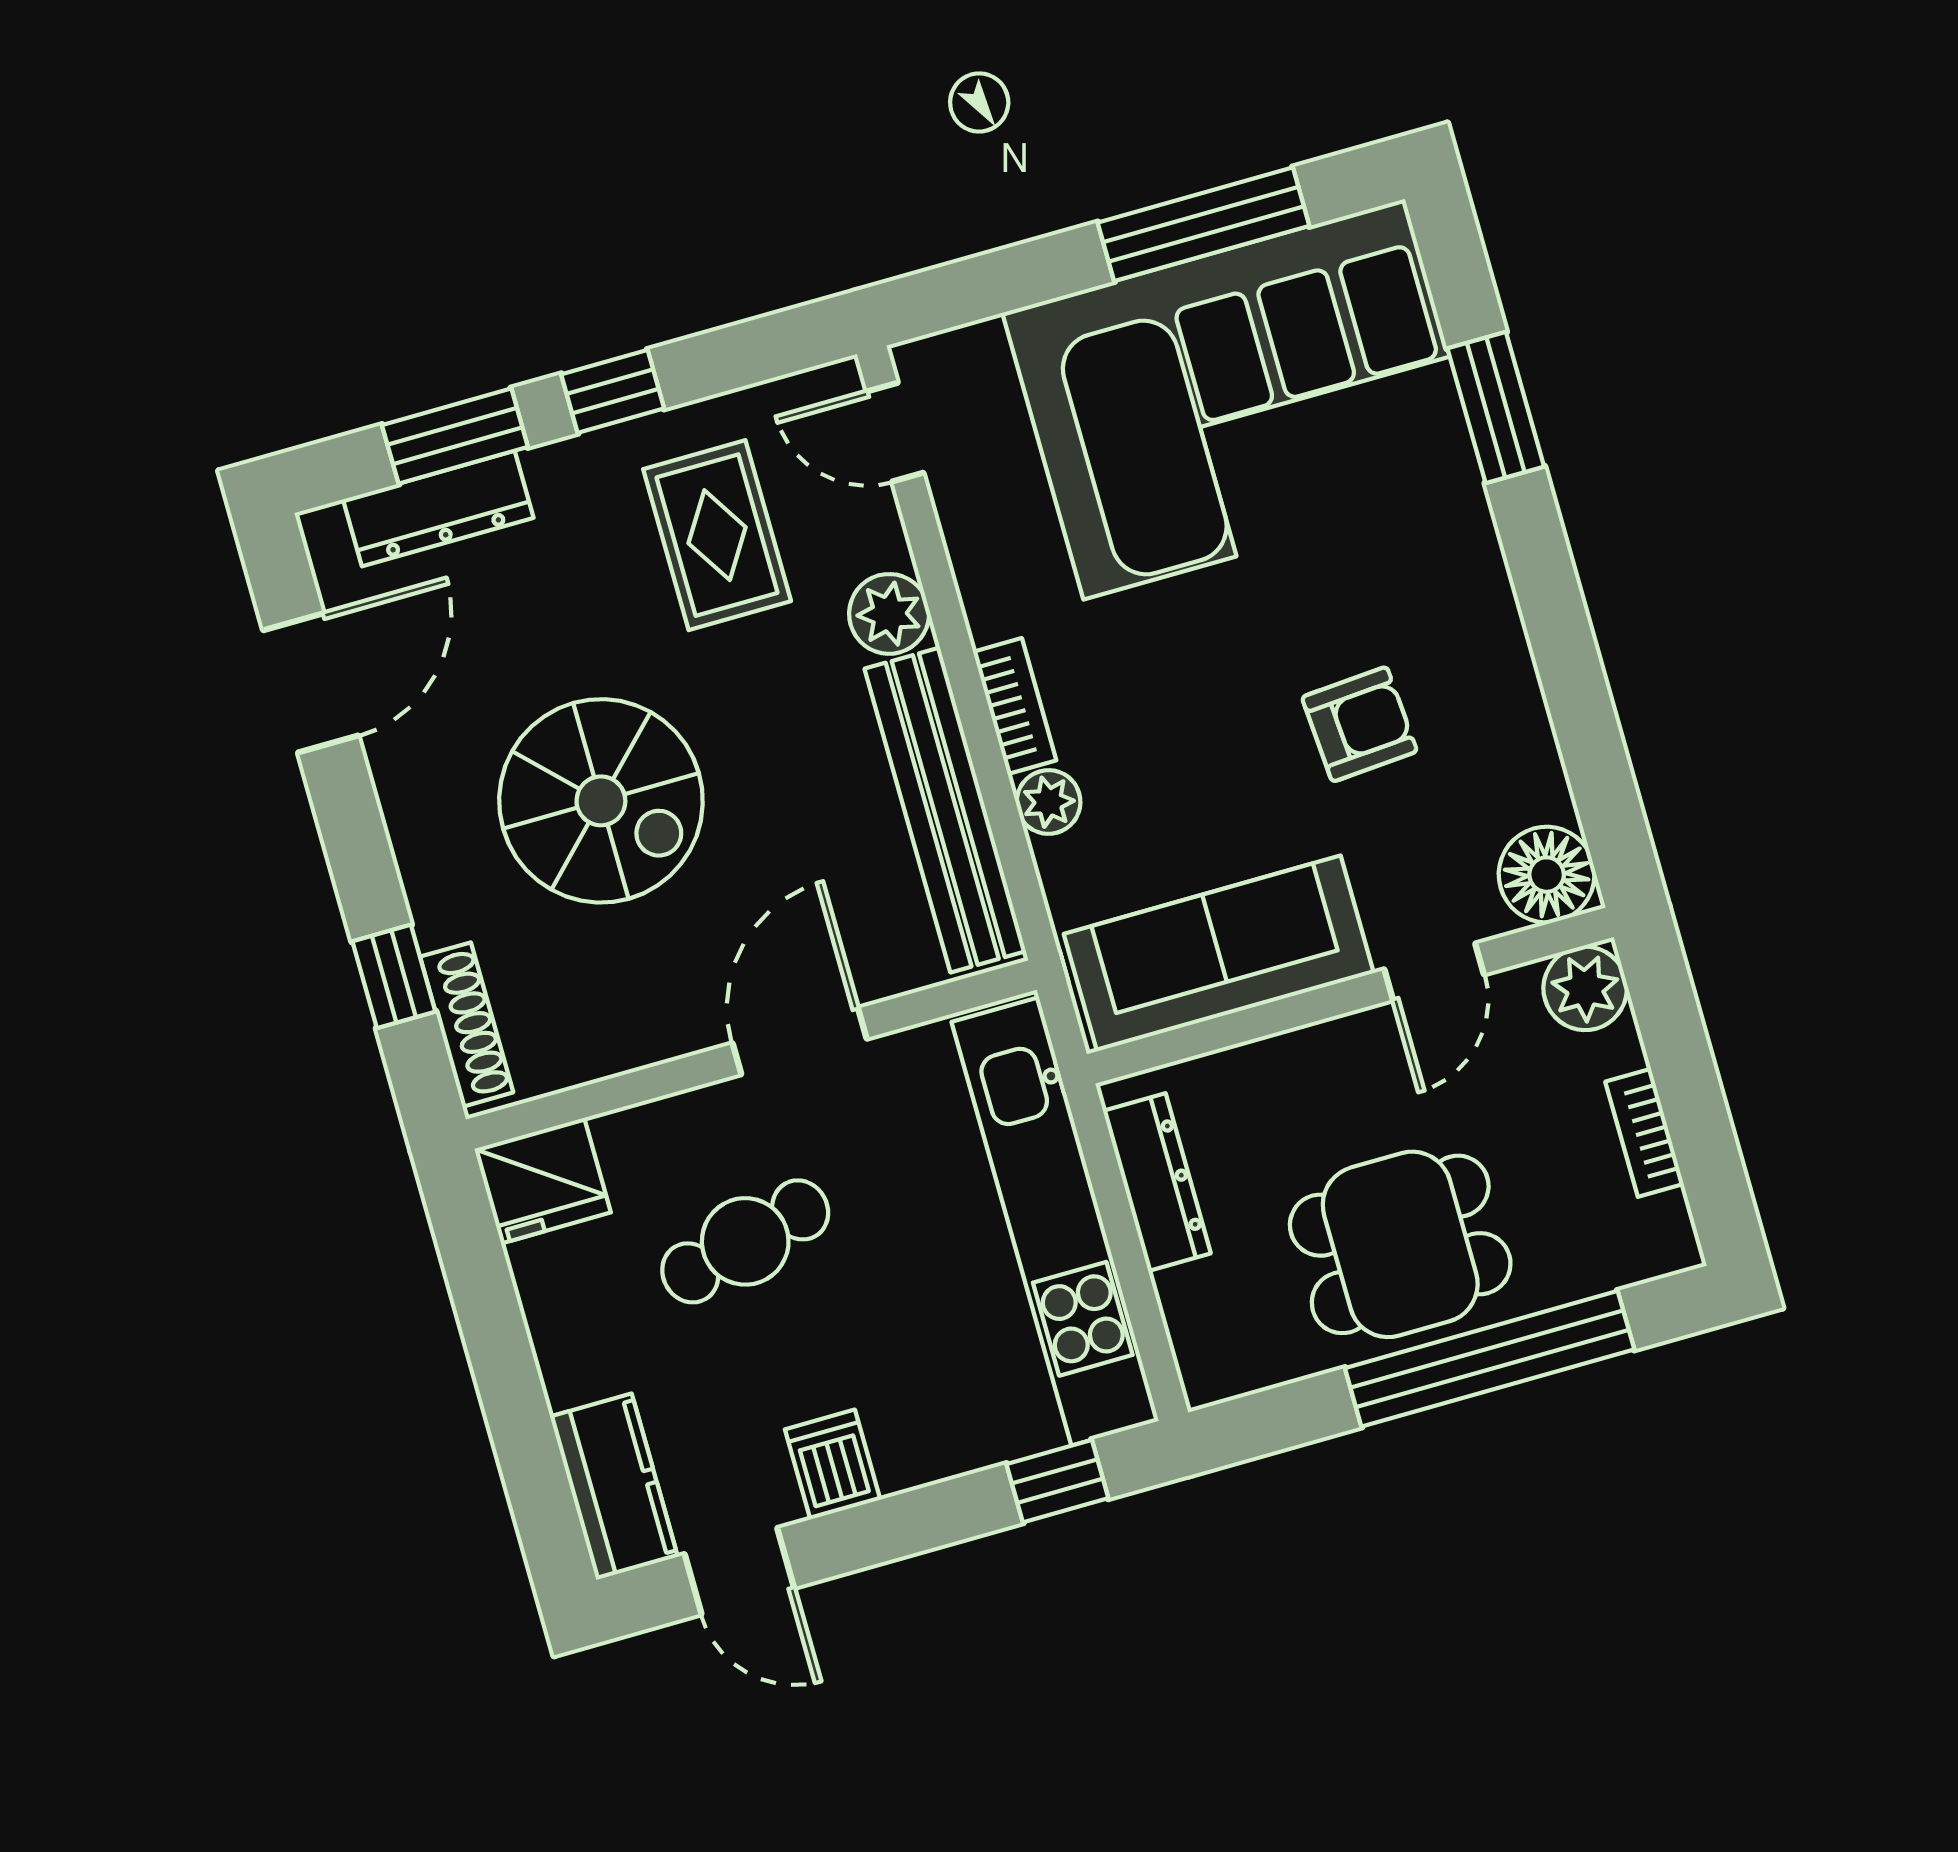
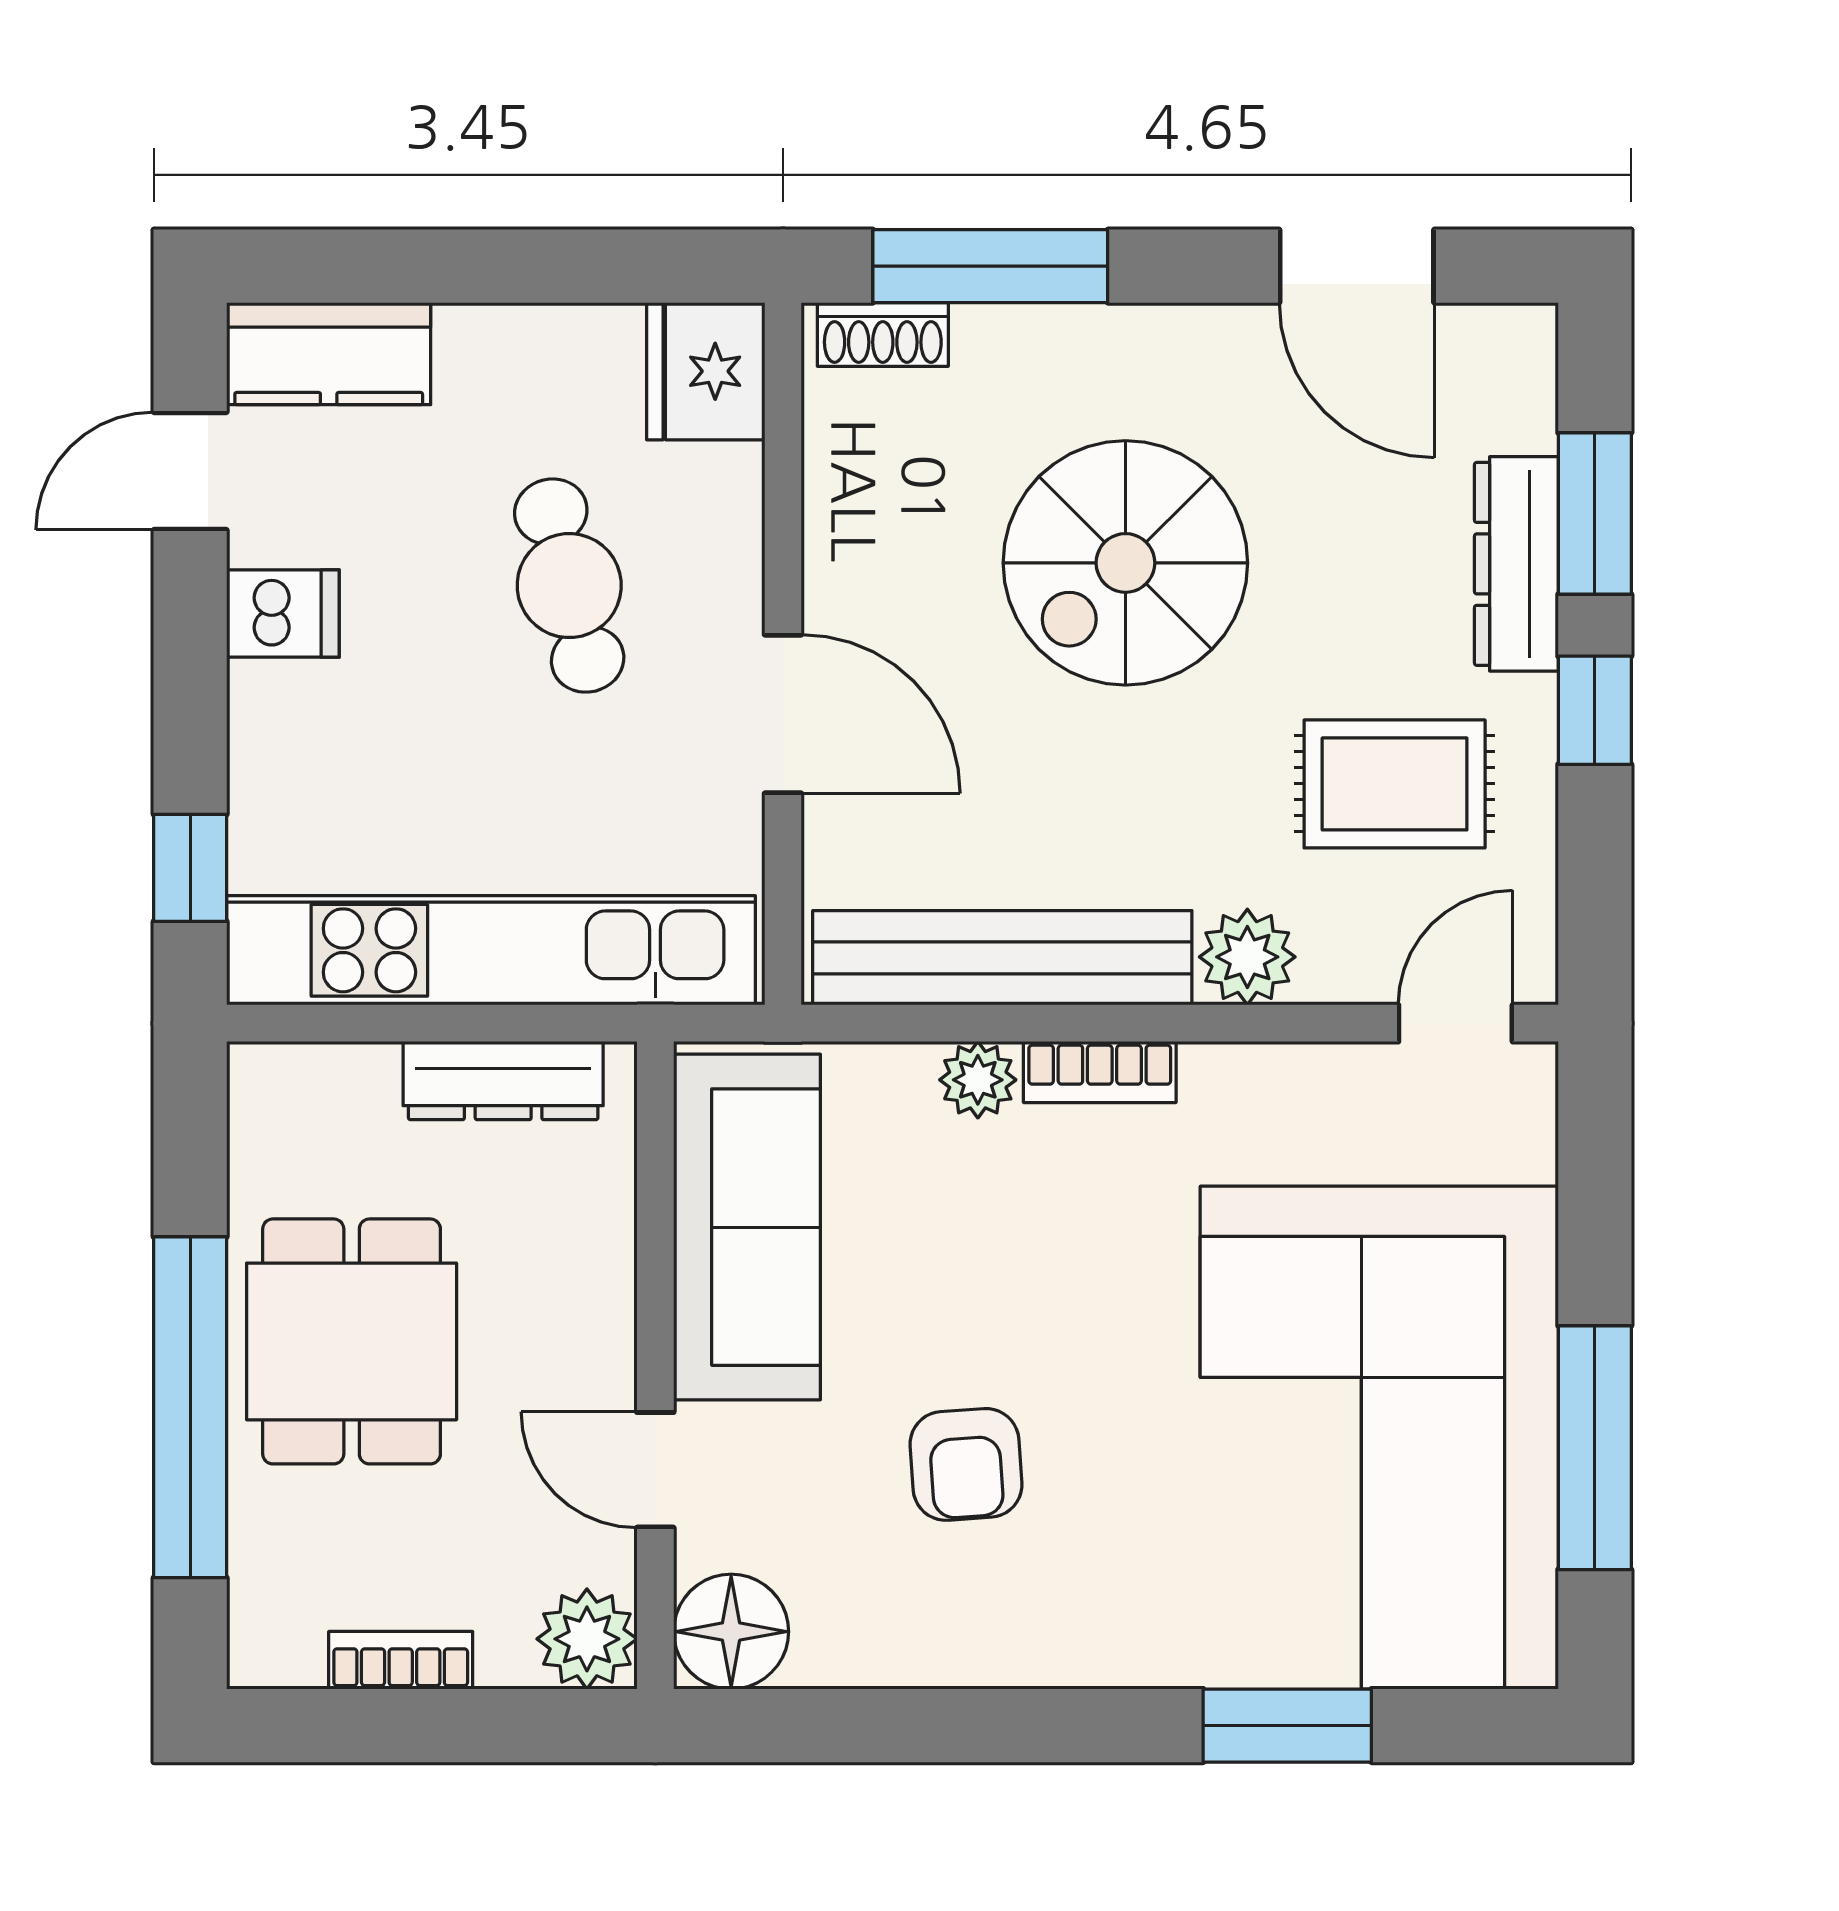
dresser: (438, 509) -> (1516, 564), moved
window: (394, 976) -> (990, 266), width x2.17
shoe rack: (467, 1025) -> (883, 334), width x0.70

